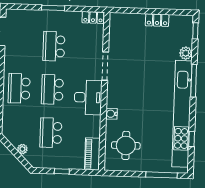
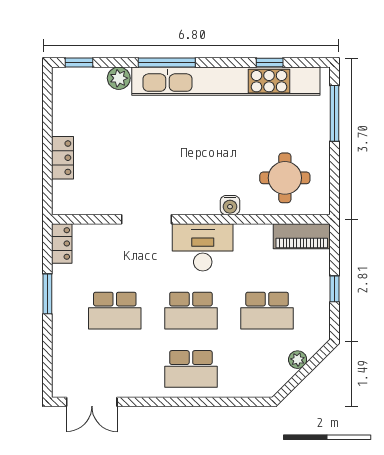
window: (53, 8) -> (47, 294), moved
locker: (157, 20) -> (62, 158), moved

